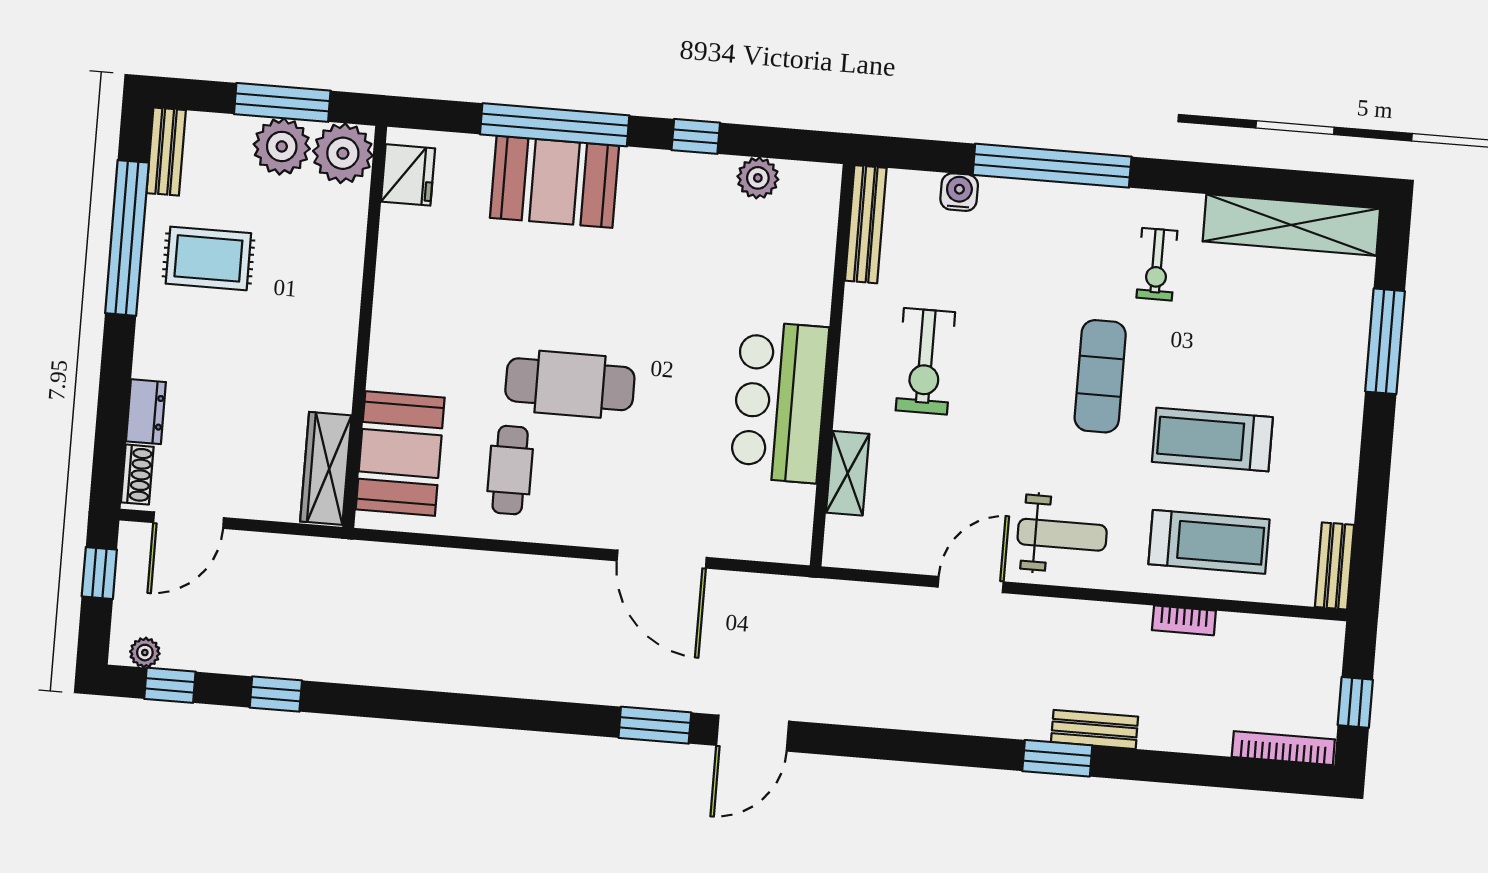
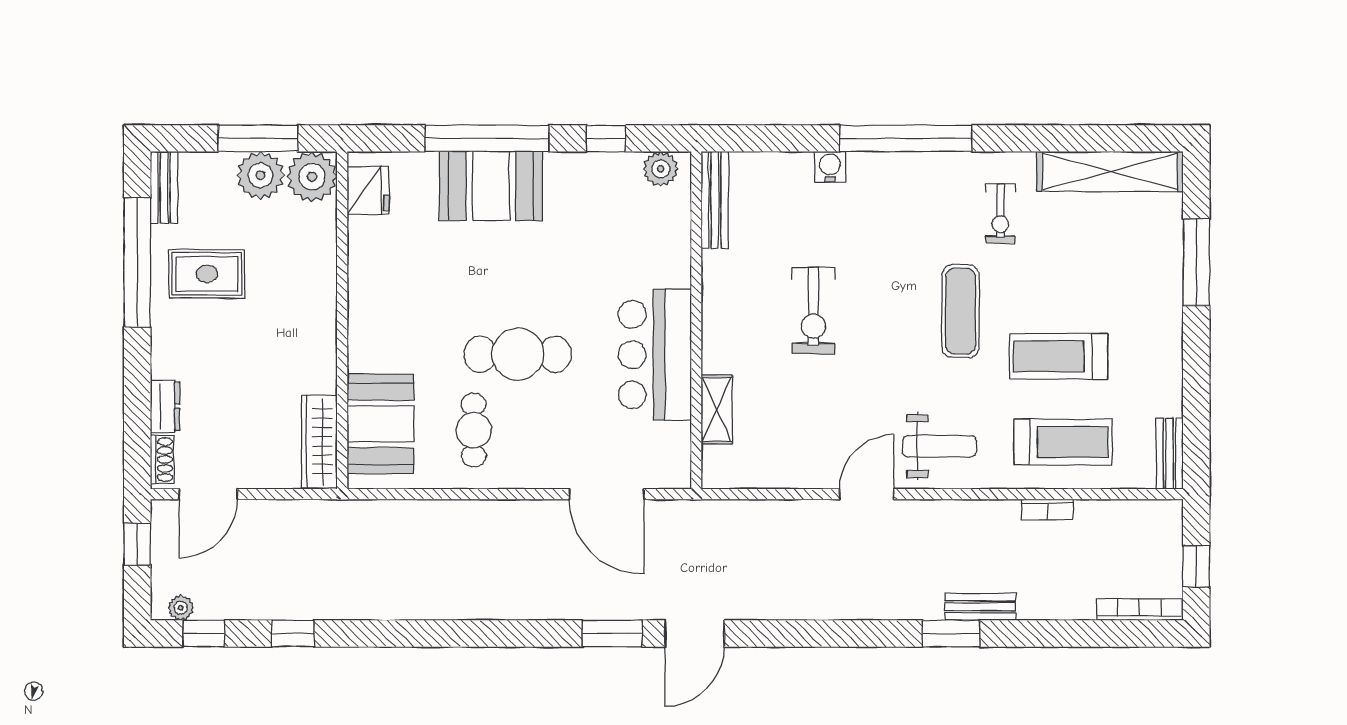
bench: (866, 224) -> (715, 200), moved
wall: (832, 365) -> (696, 320), moved
bar counter: (779, 402) -> (655, 355), moved
shelving: (848, 473) -> (717, 410), moved

